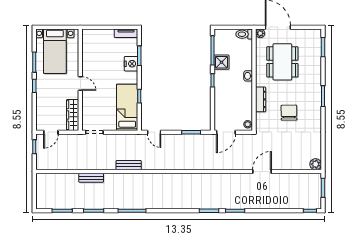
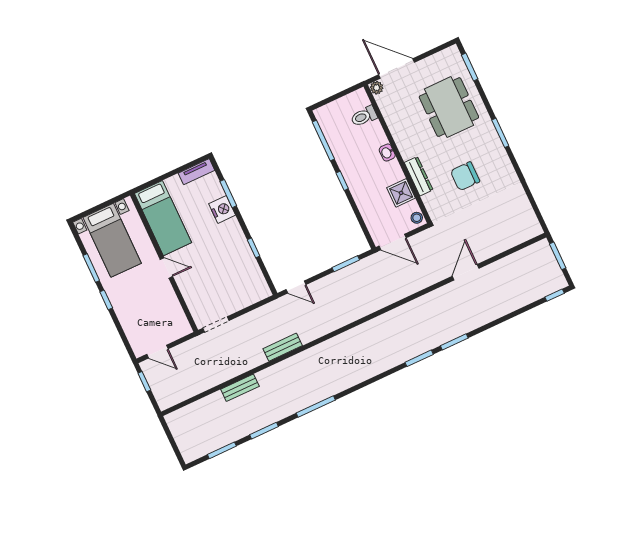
toilet: (244, 34) -> (364, 116), moved
shower: (221, 62) -> (401, 193), moved
dining table: (282, 62) -> (449, 107), moved
bed: (127, 107) -> (163, 218), moved, turned 180
chair: (289, 113) -> (465, 176), turned -89
wardrobe: (73, 115) -> (176, 315), removed
door: (51, 132) -> (158, 352), hinge flipped
door: (226, 132) -> (393, 242), hinge flipped
plant: (316, 164) -> (533, 229), removed

